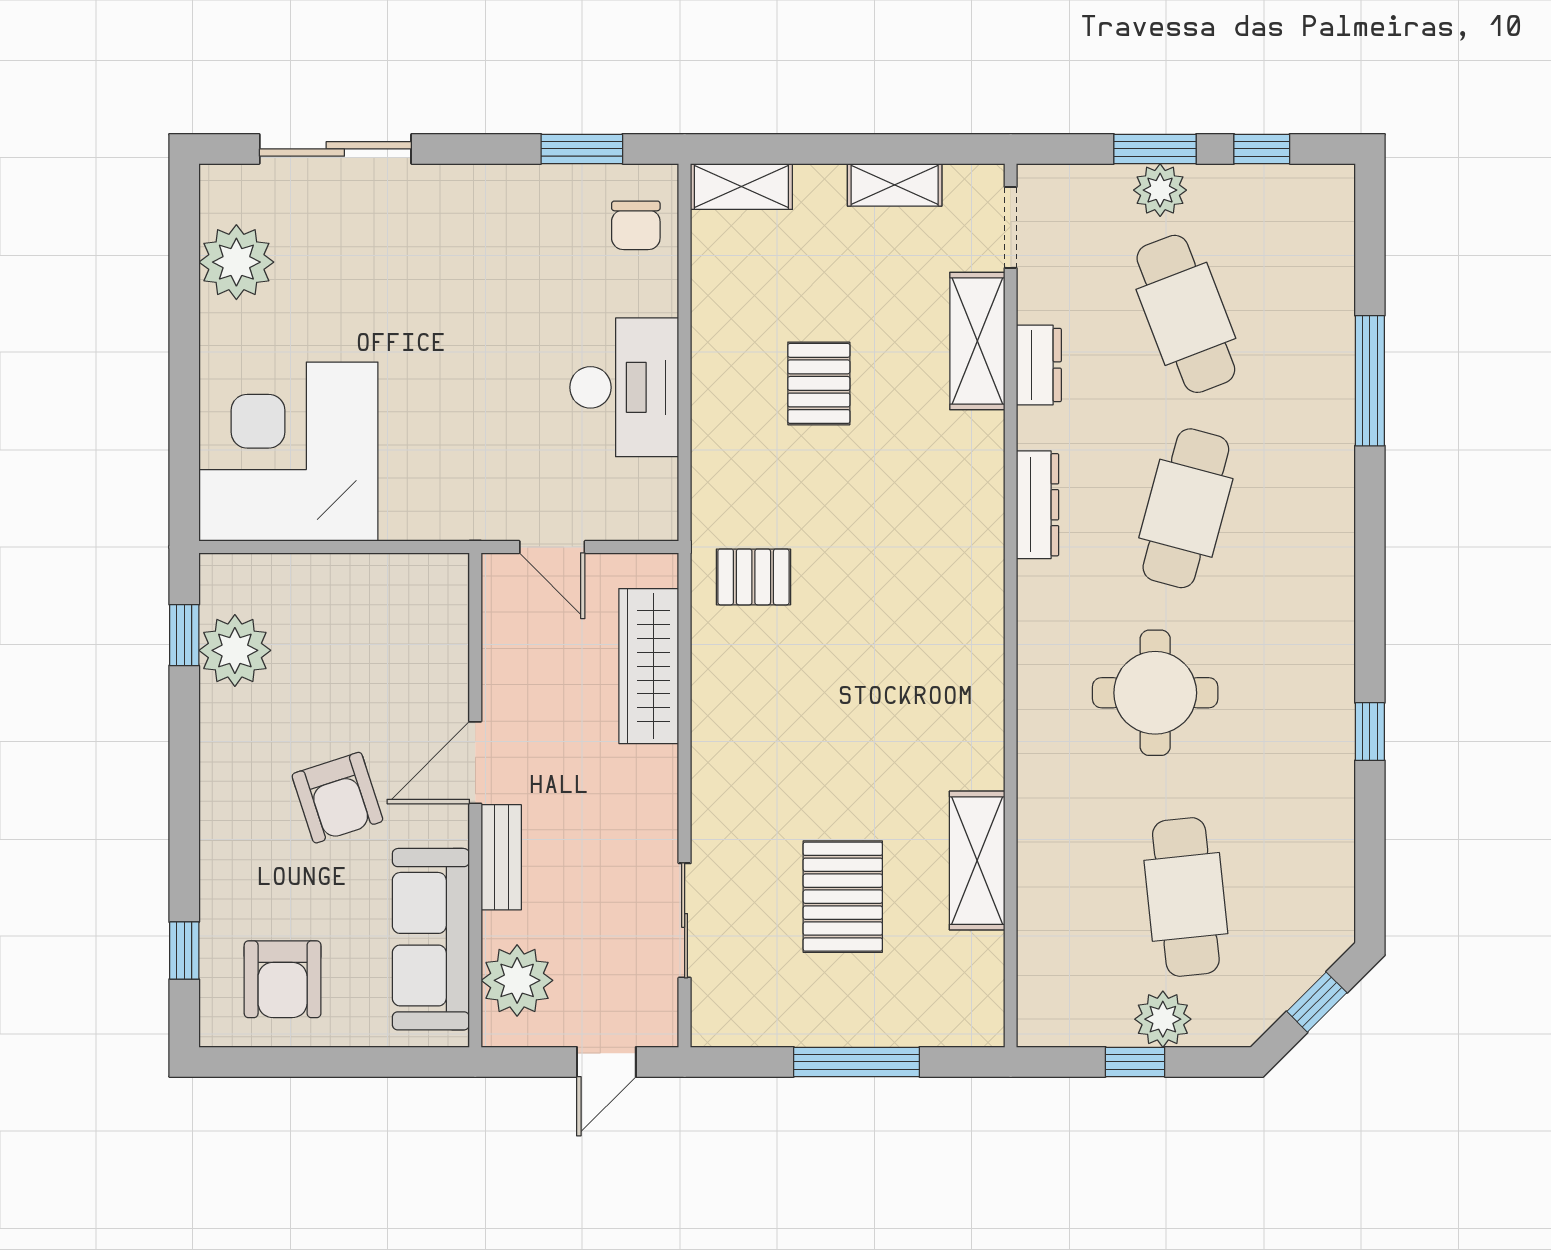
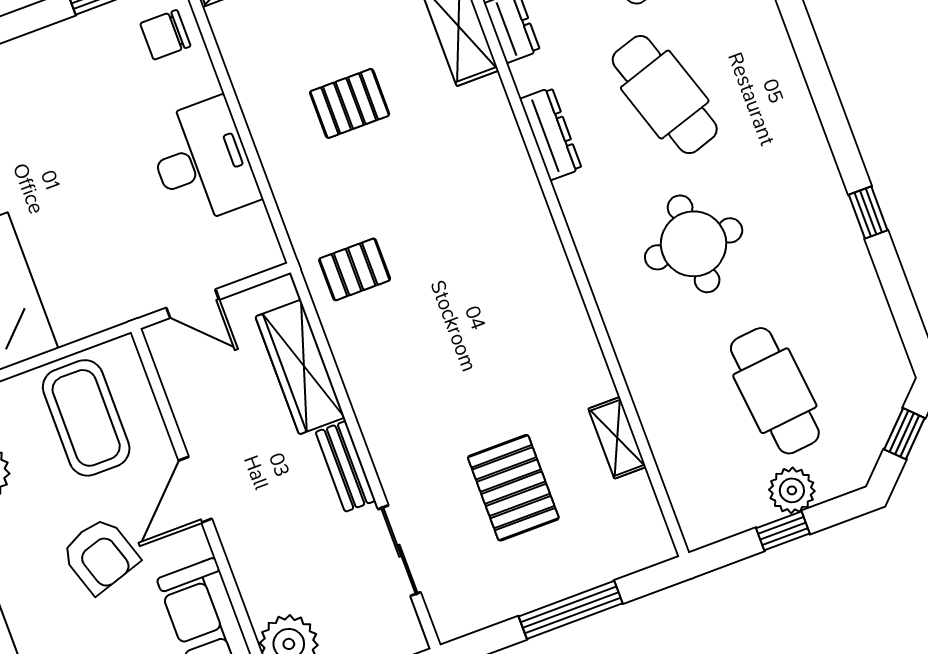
chair: (636, 225) -> (165, 35), turned 90
pallet: (819, 383) -> (350, 103), turned 90
cafe table: (1186, 508) -> (665, 95), turned -33
coffee table: (380, 633) -> (86, 418), added
bench: (501, 857) -> (346, 466), moved
shelving: (977, 861) -> (617, 438), width x0.67, depth x0.75

